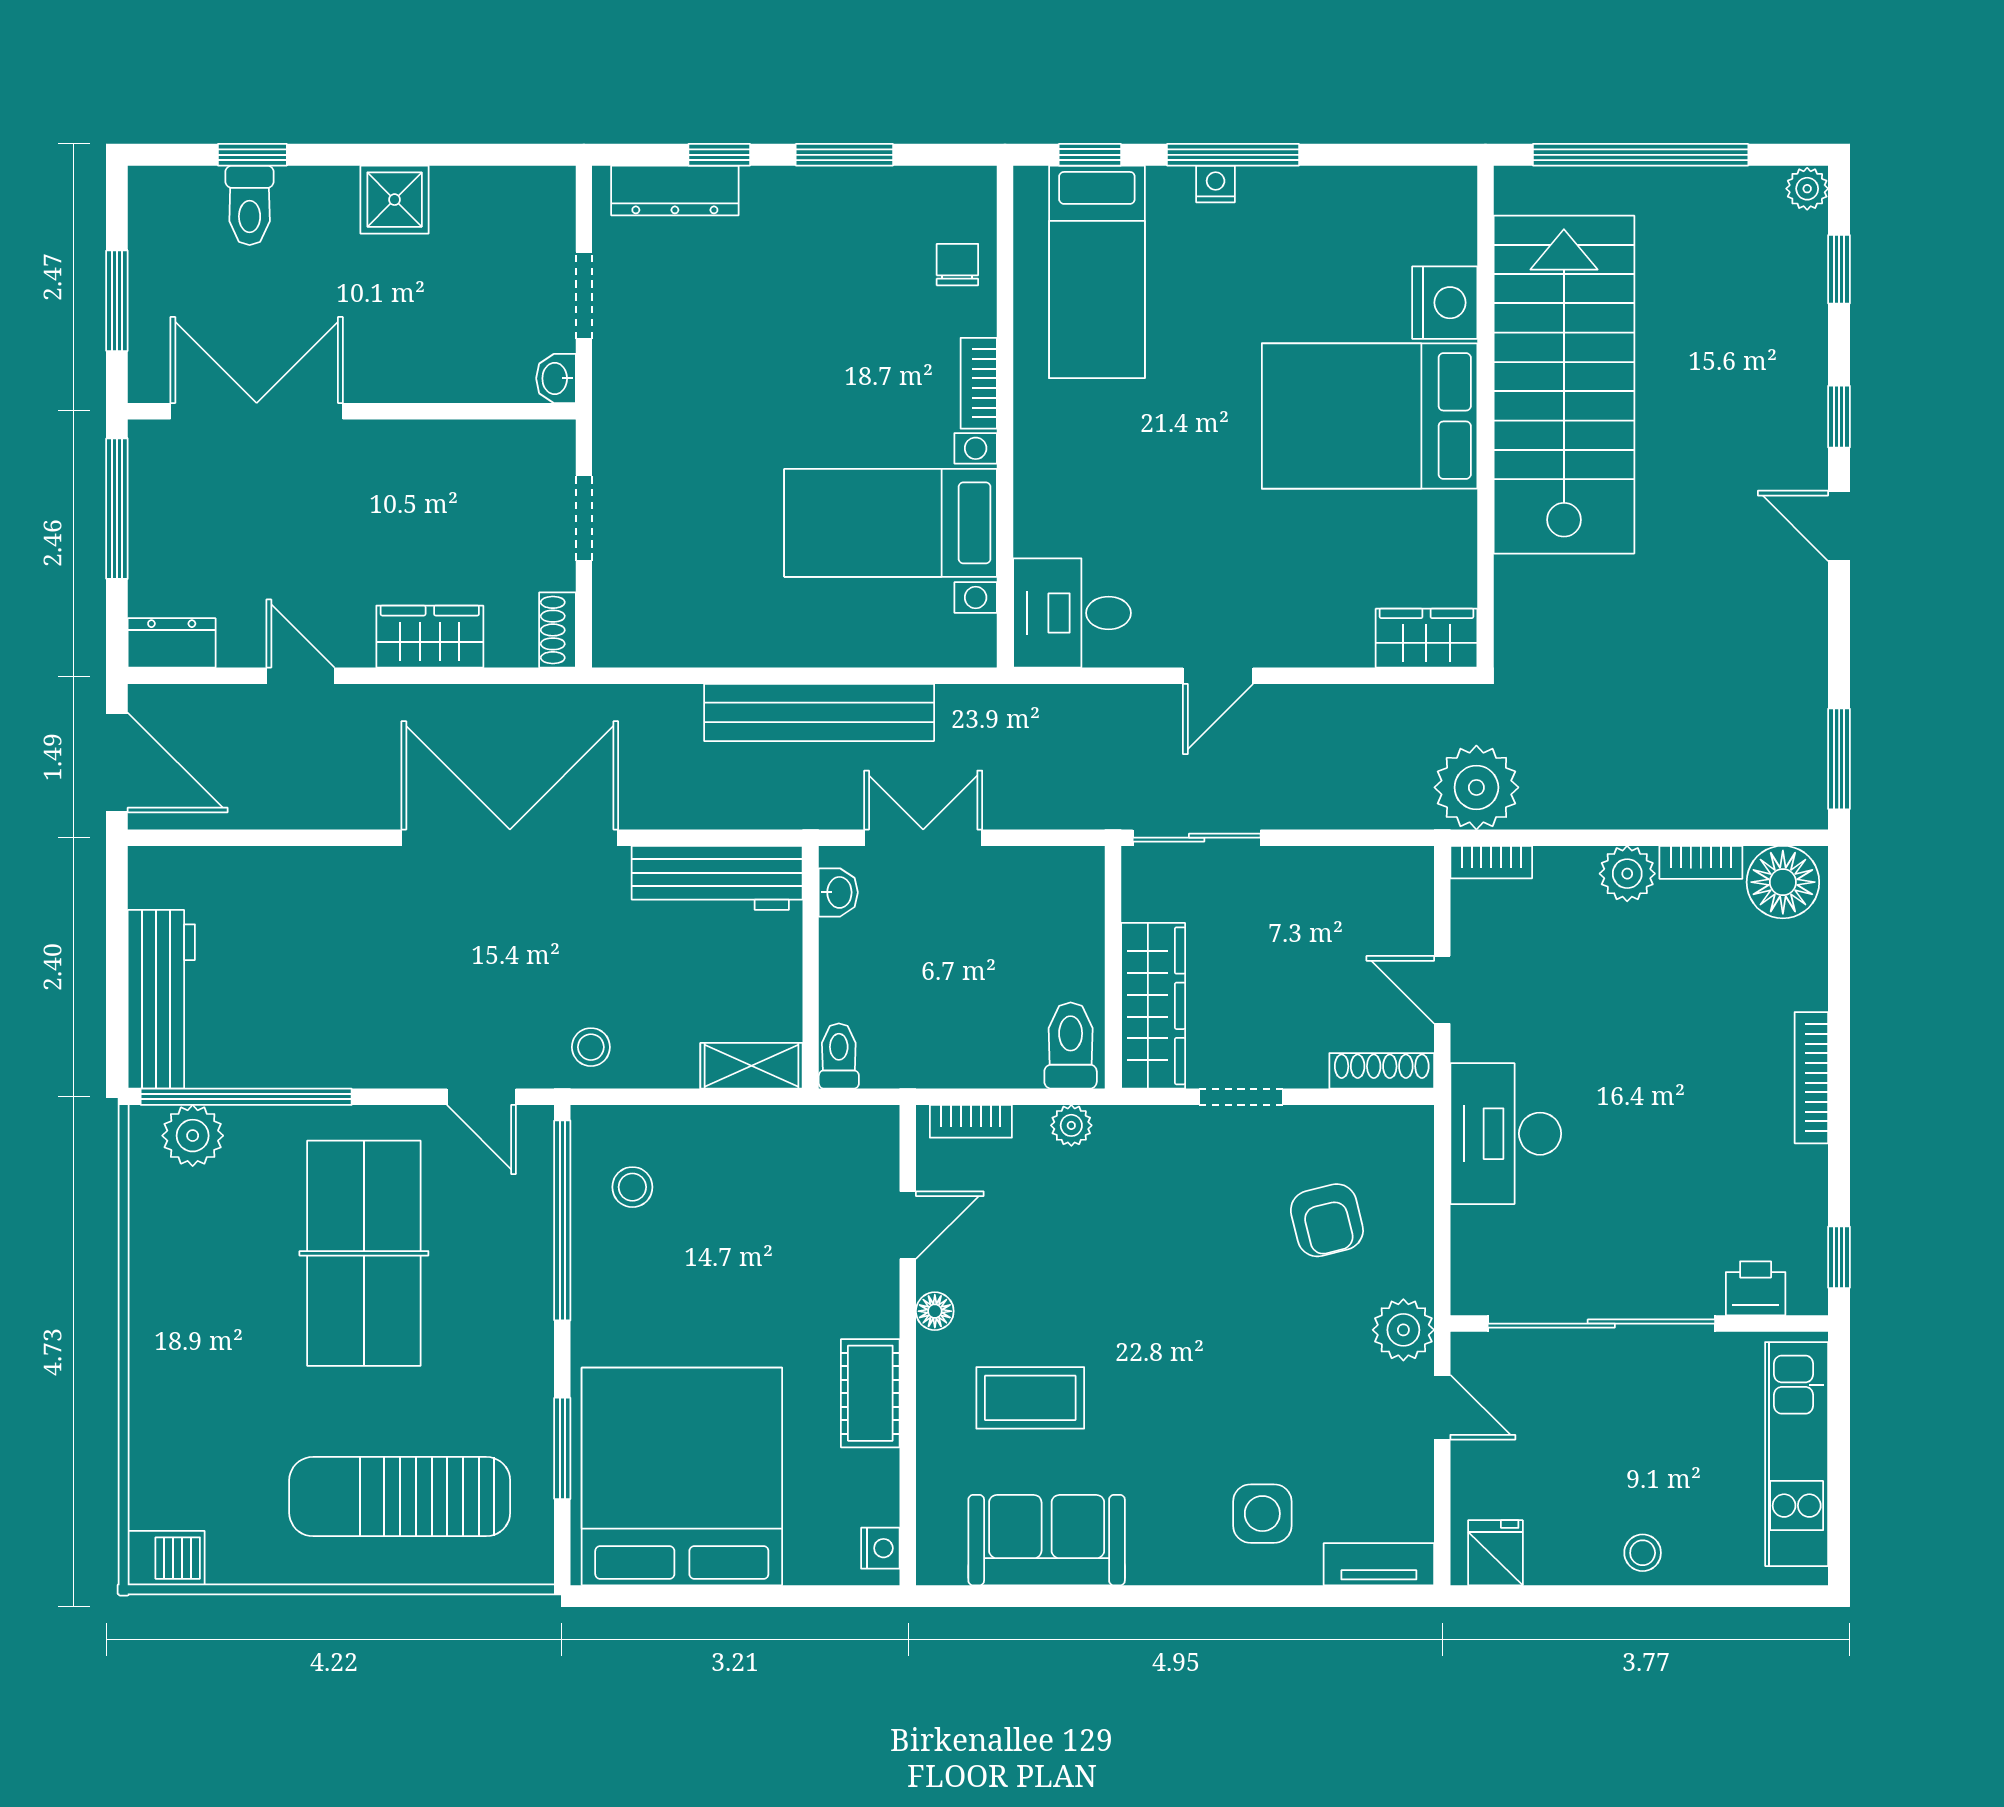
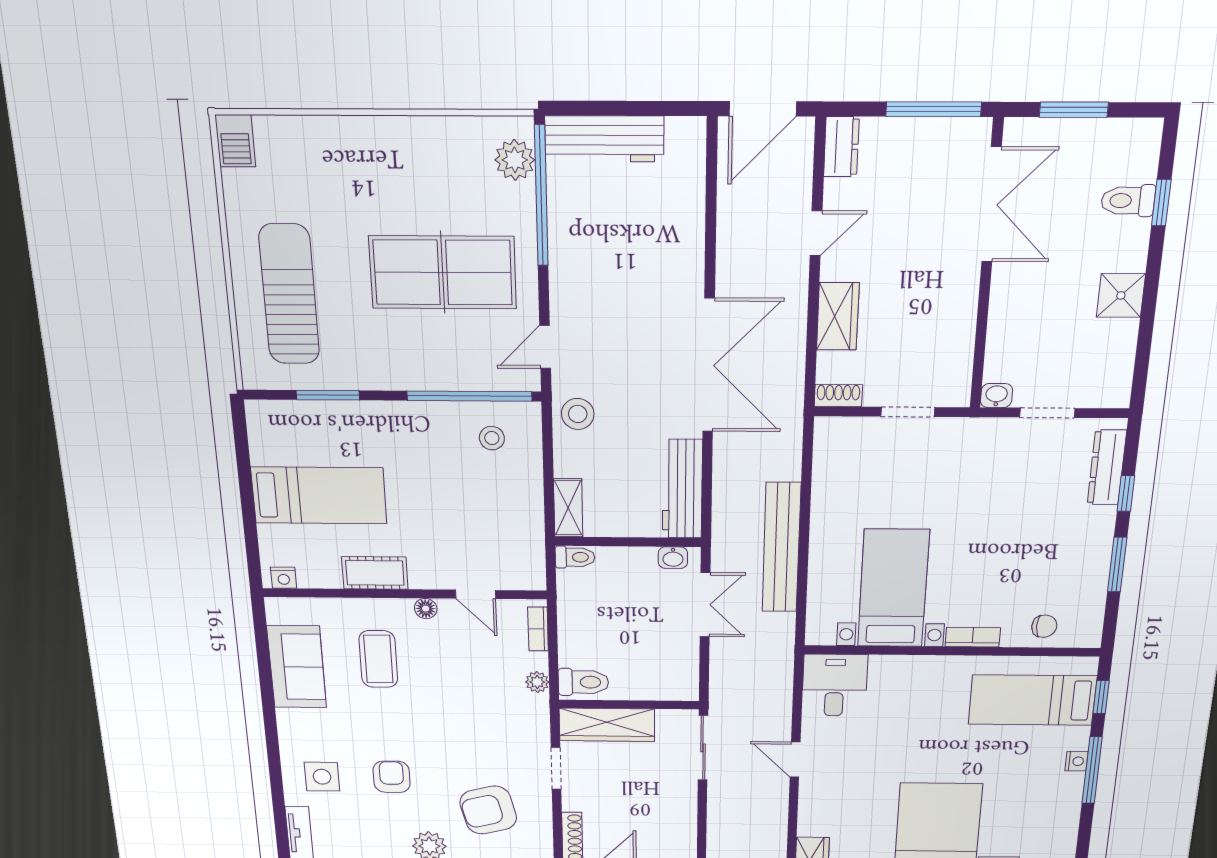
stool: (591, 1047) -> (578, 414), width x1.37, depth x1.37
armchair: (1327, 1220) -> (488, 810), width x1.38, depth x1.38
armchair: (1261, 1390) -> (392, 777), added
bed: (682, 1476) -> (319, 495), width x0.49

